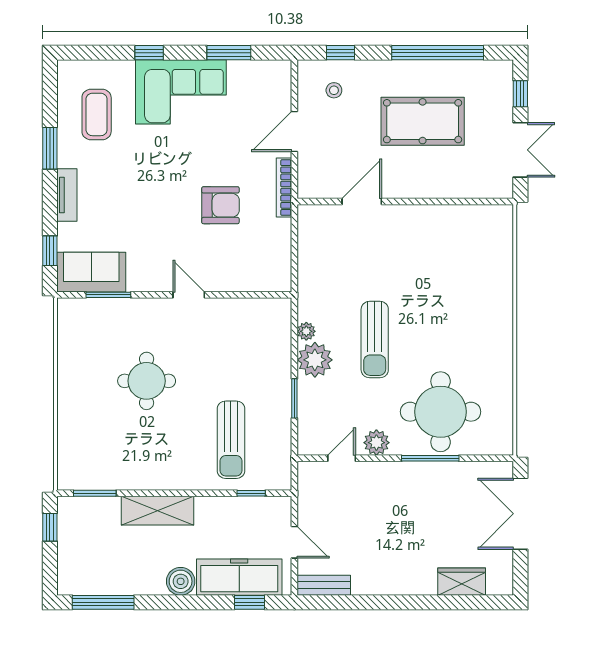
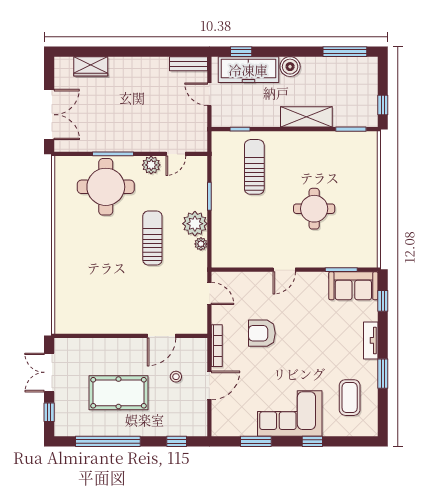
stool: (334, 90) -> (176, 377), moved
door: (294, 261) -> (209, 293), added
door: (189, 295) -> (284, 270), hinge flipped

